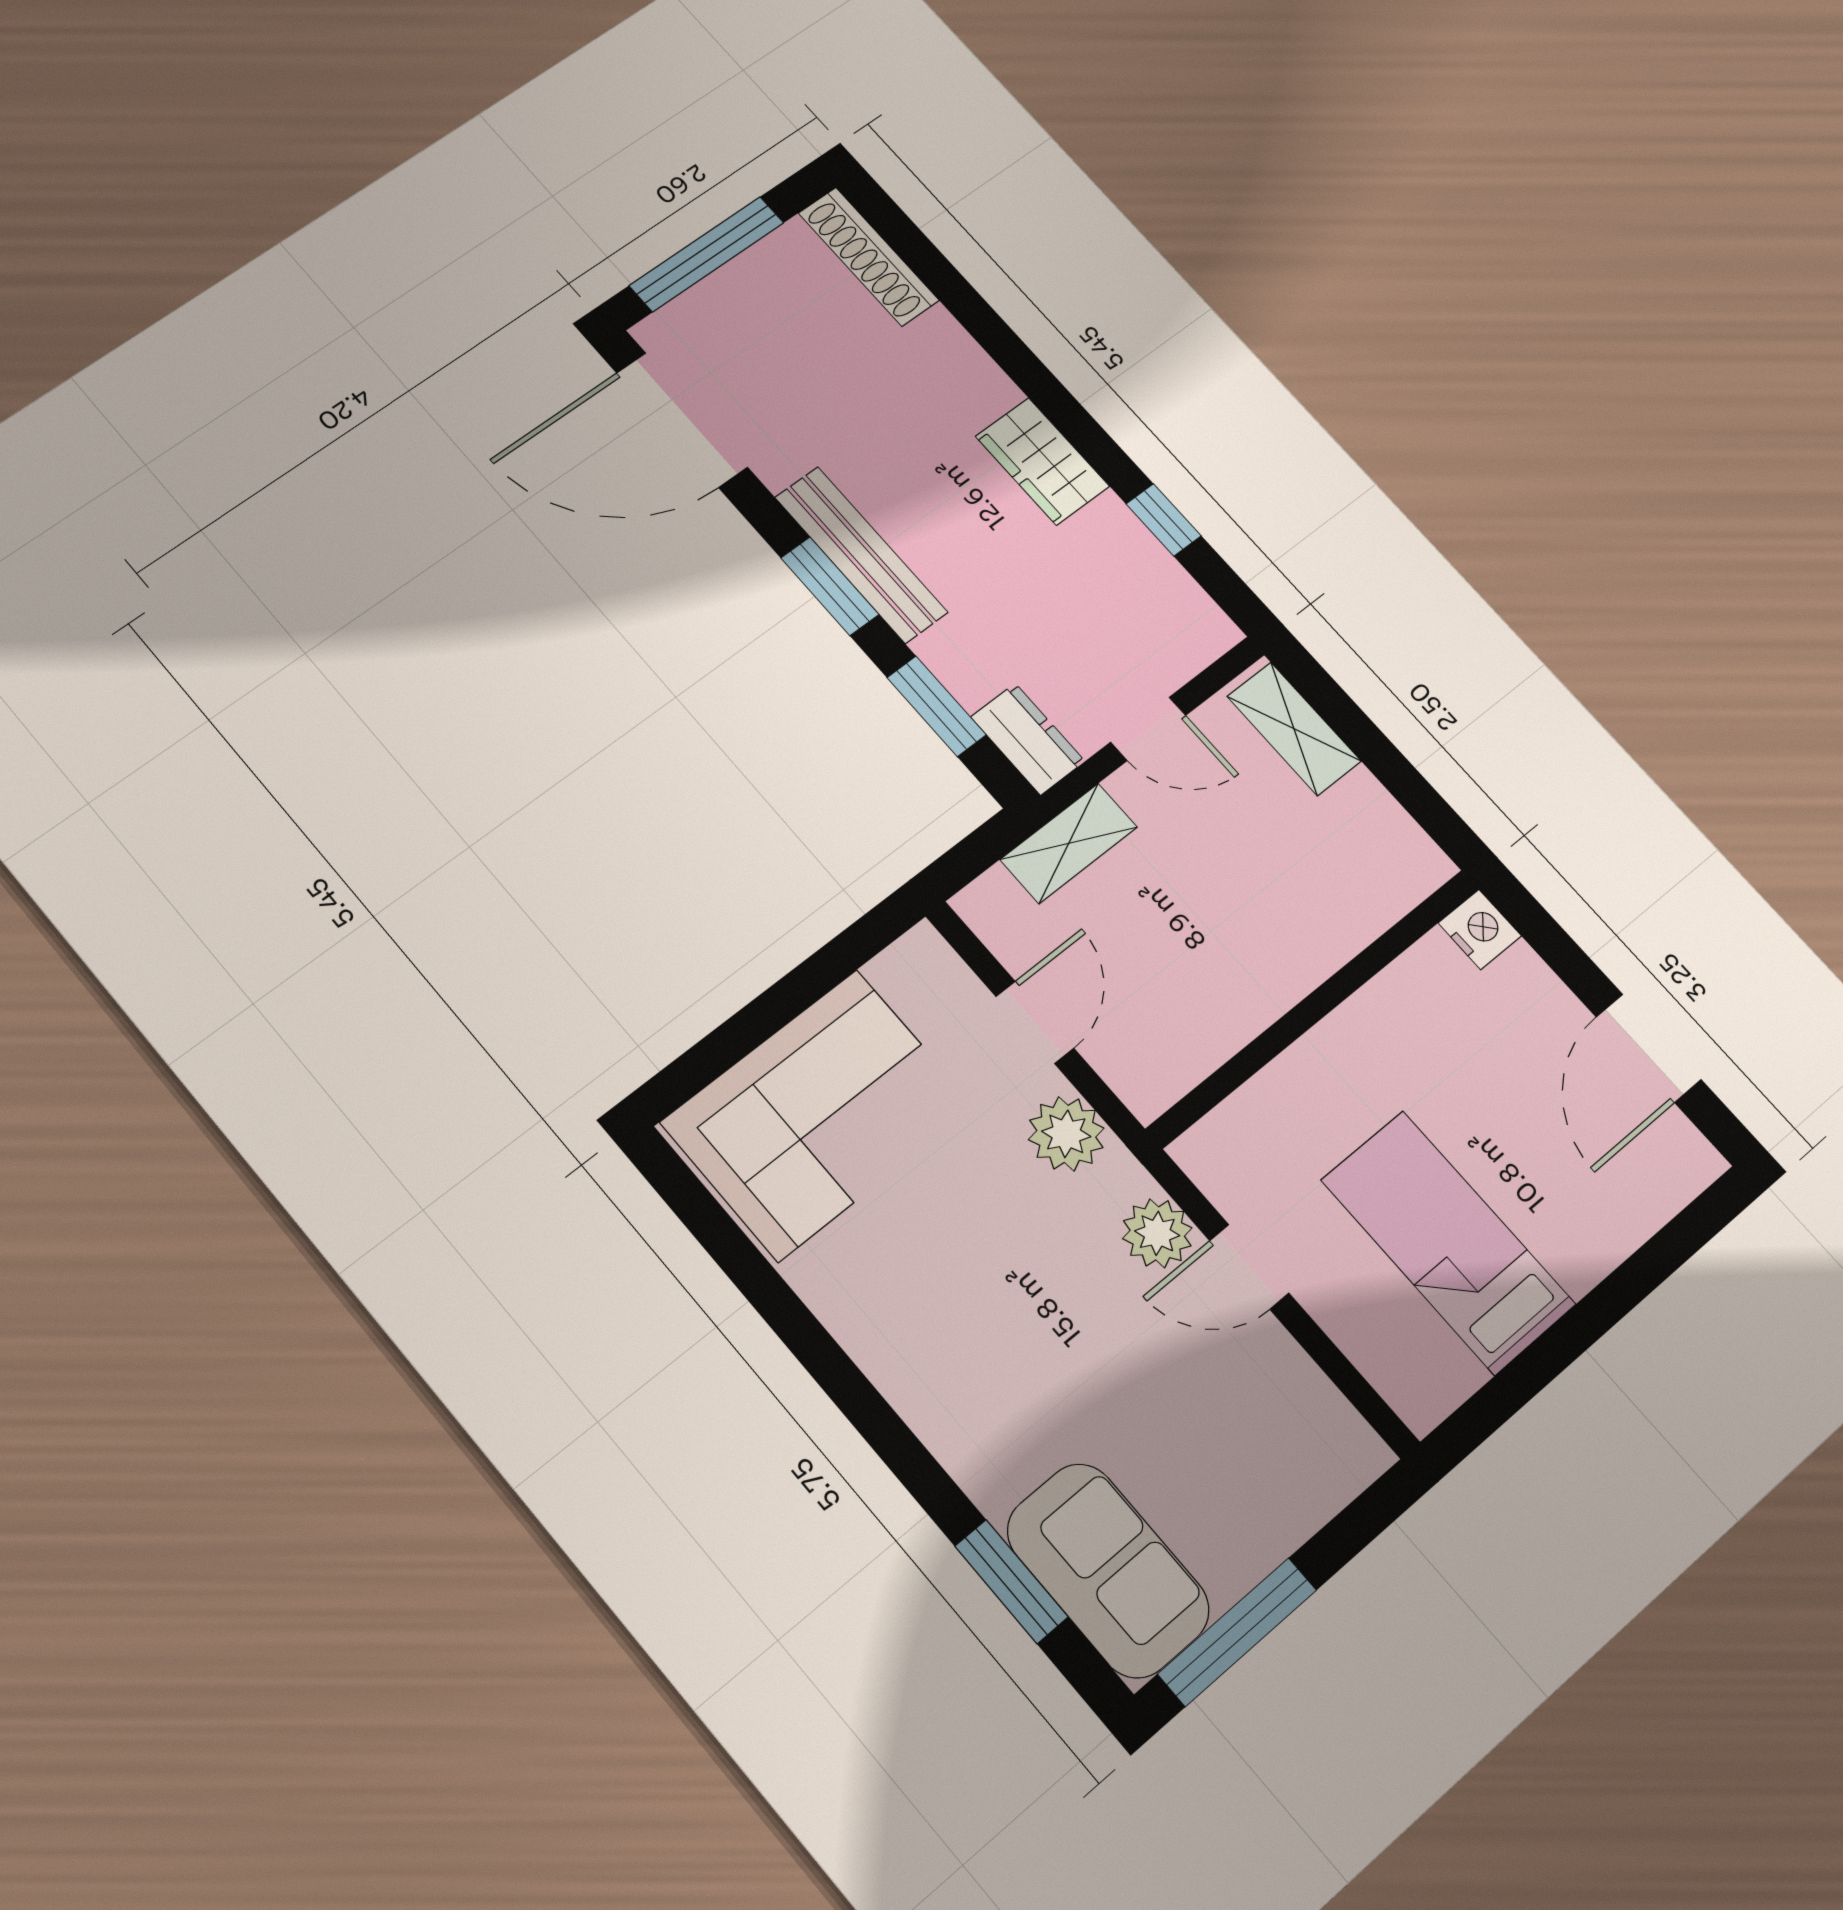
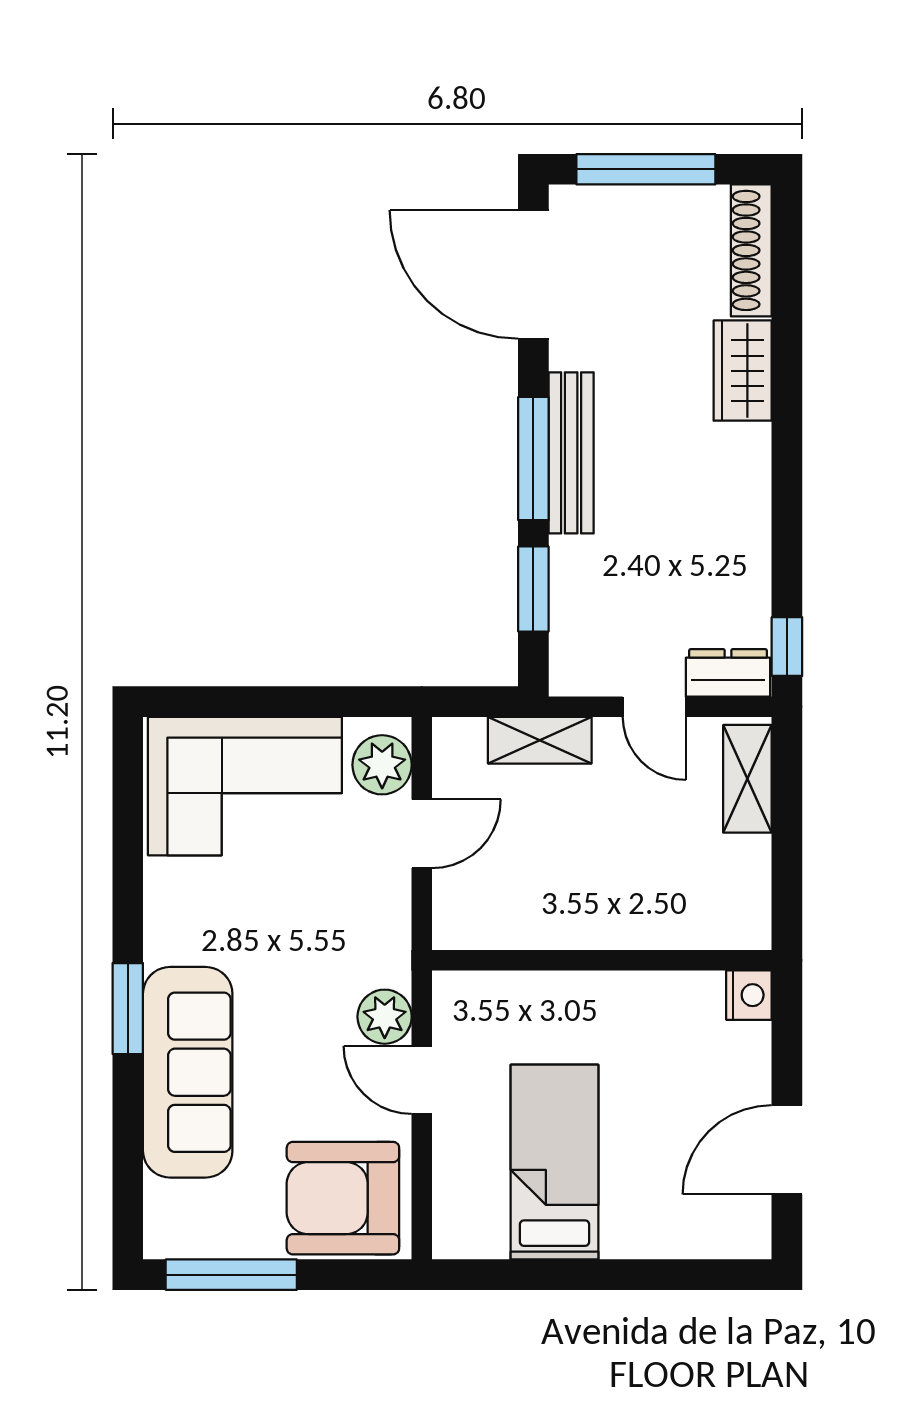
wardrobe: (1042, 461) -> (743, 371), moved
window: (1164, 520) -> (787, 647), moved
window: (830, 586) -> (533, 459), width x1.44
dresser: (1028, 739) -> (728, 673), moved, turned -90
plant: (1066, 1134) -> (382, 765), moved
armchair: (1278, 1454) -> (343, 1198), added
sofa: (1108, 1570) -> (188, 1072), moved, width x1.36
window: (1011, 1581) -> (128, 1009), moved

